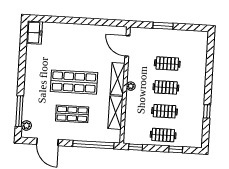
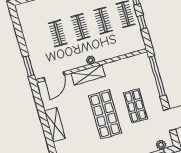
window: (163, 26) -> (29, 66), moved
shelving: (115, 113) -> (55, 125), moved, turned 90
window: (136, 147) -> (142, 22), moved

